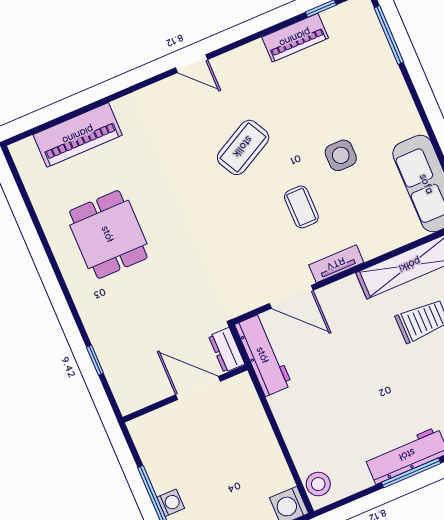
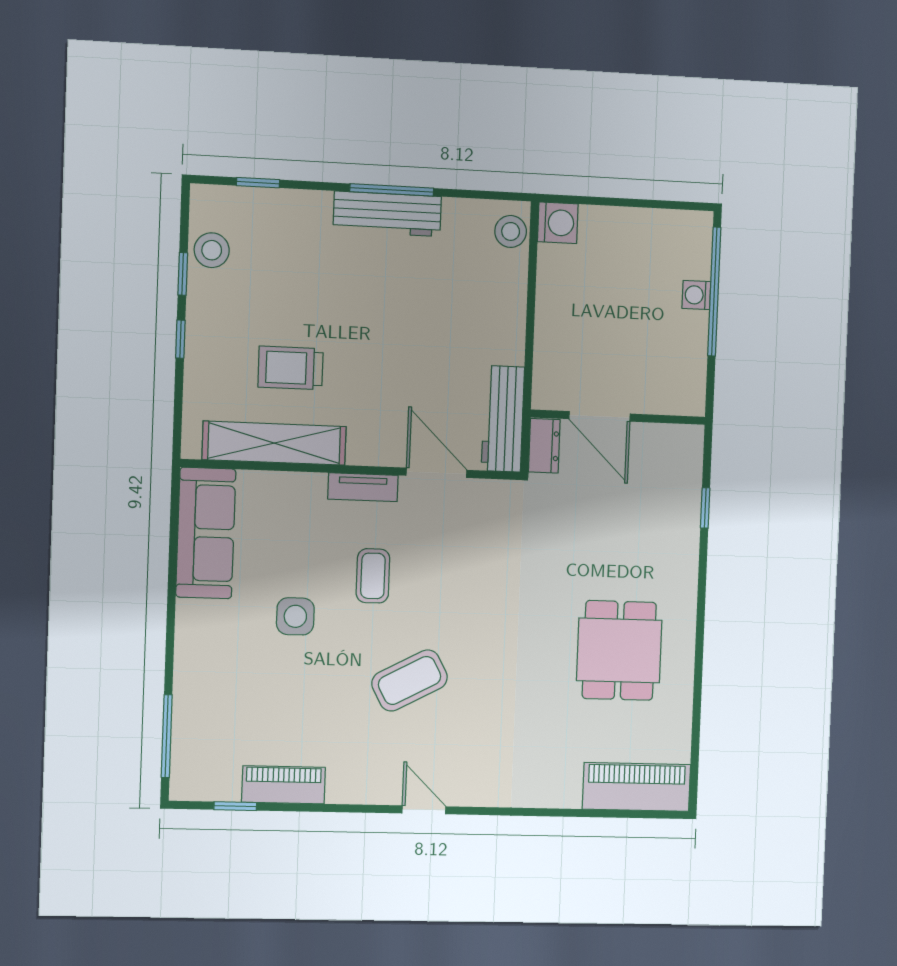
piano: (78, 135) -> (637, 787), moved

